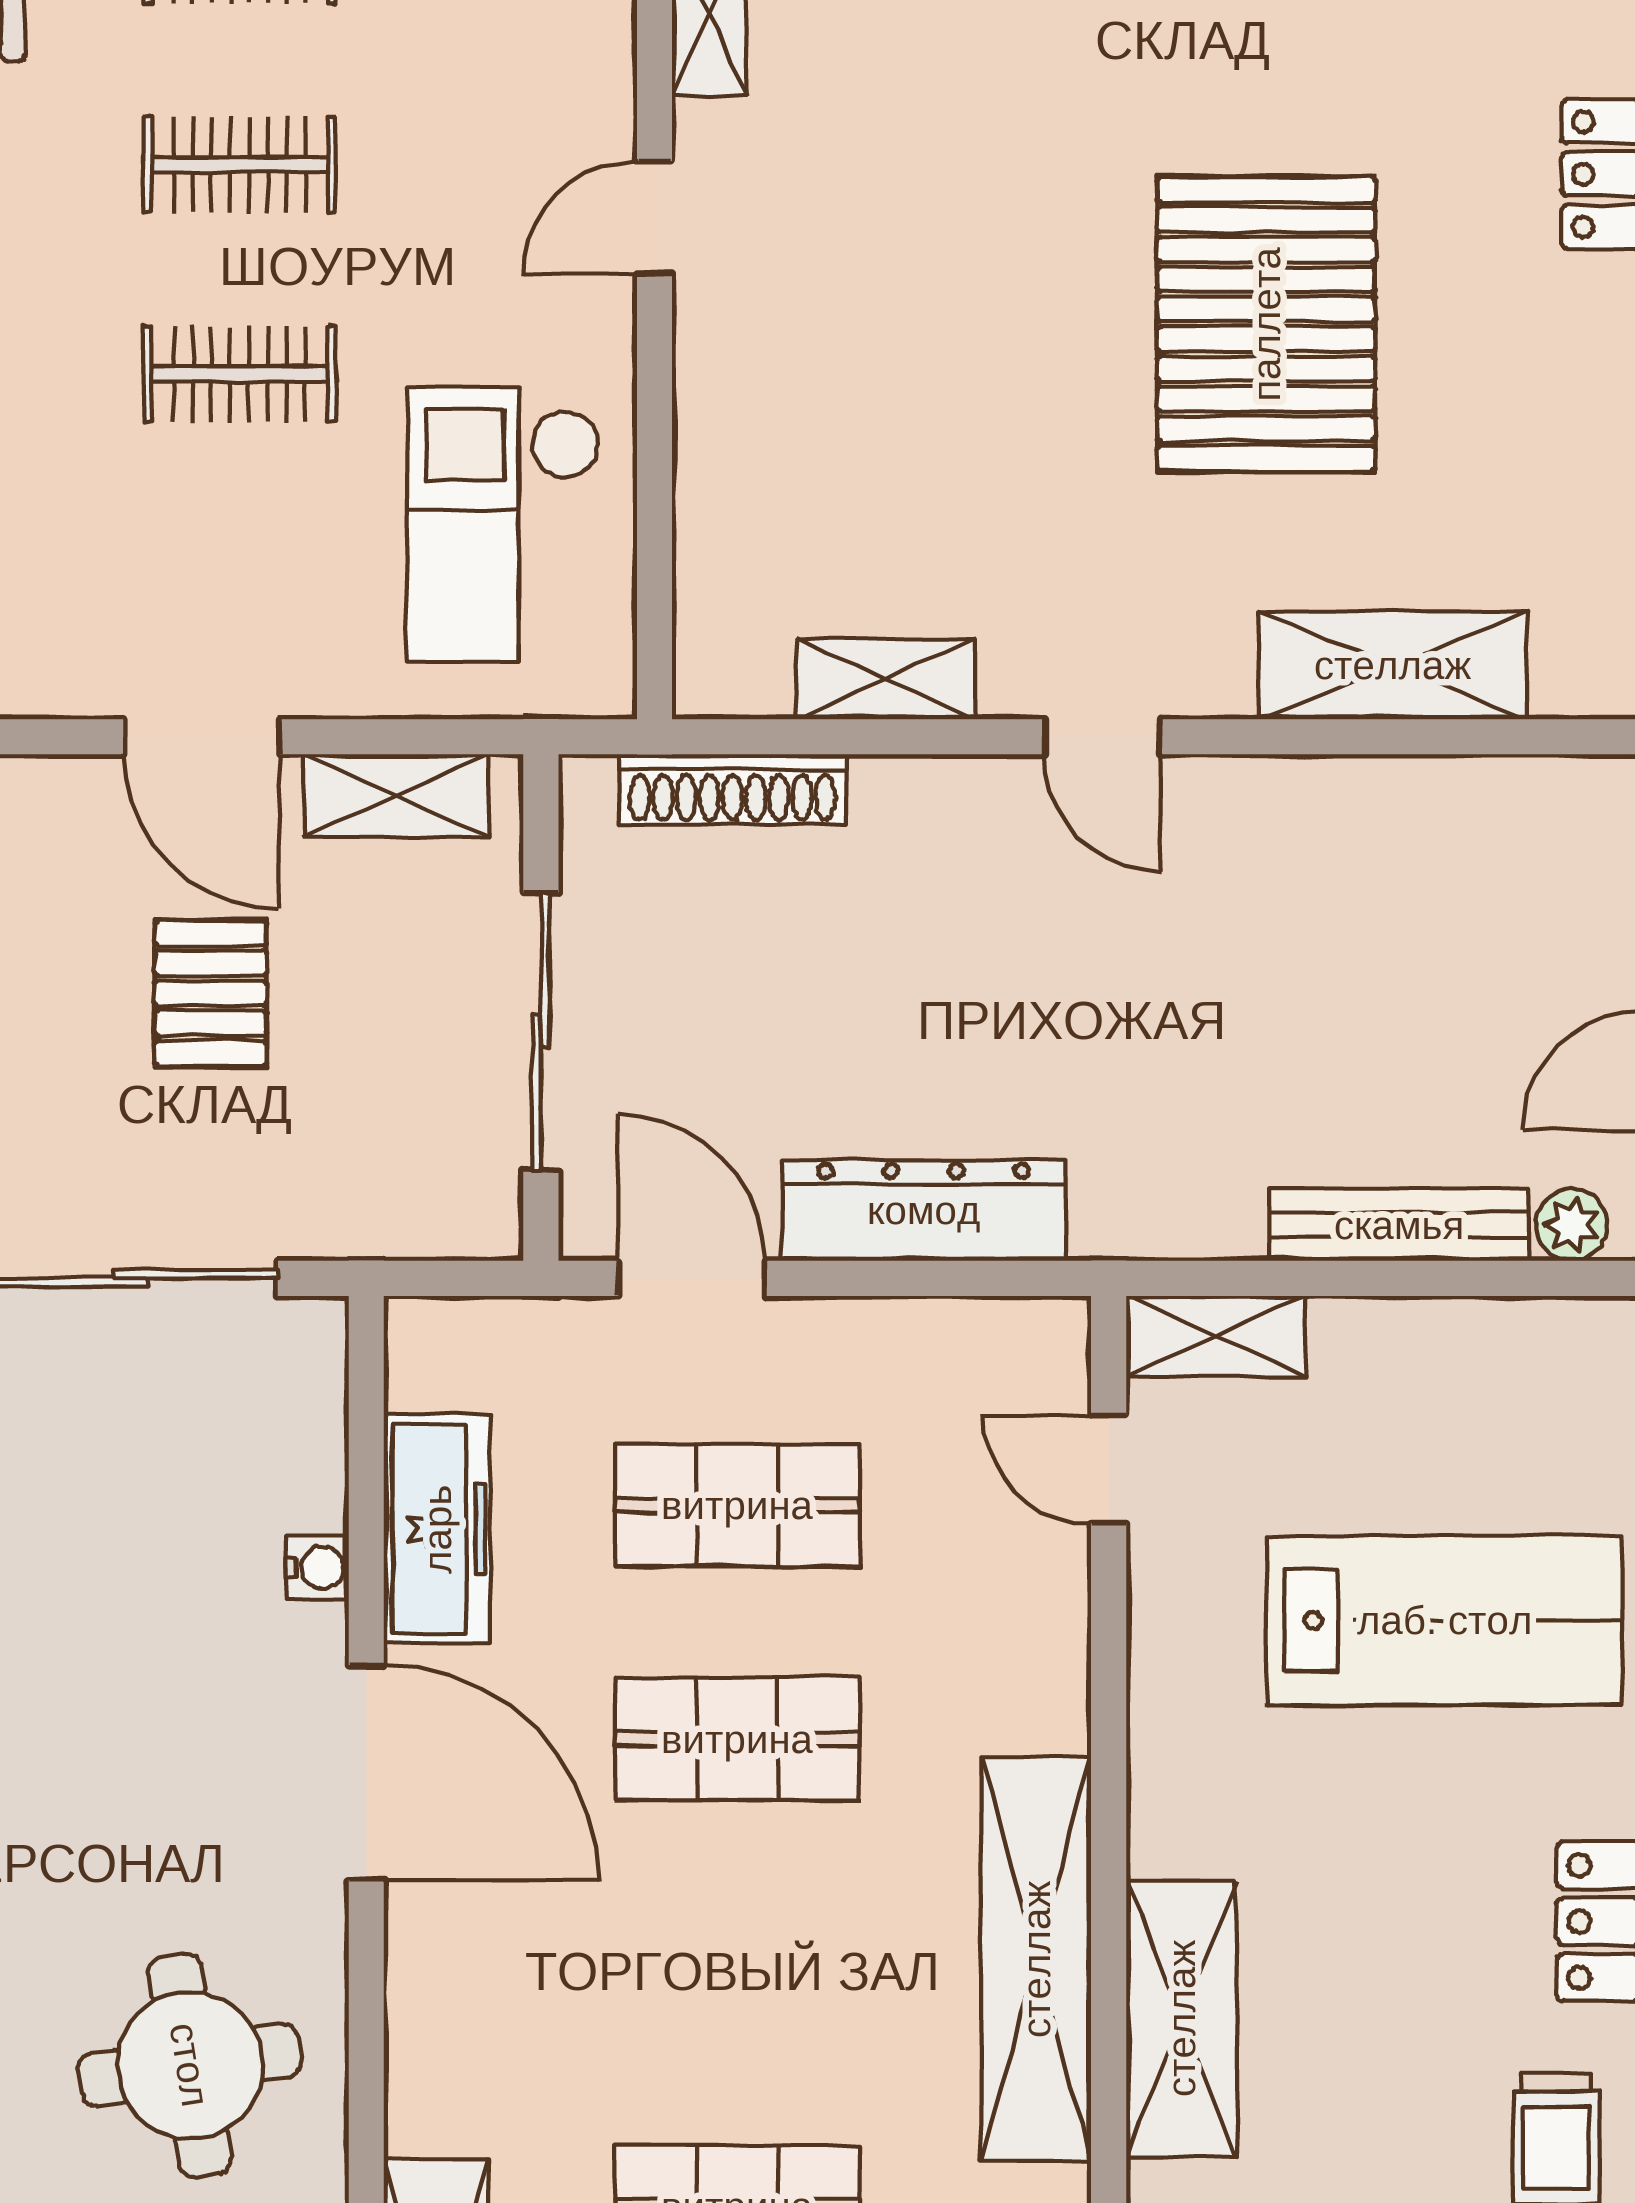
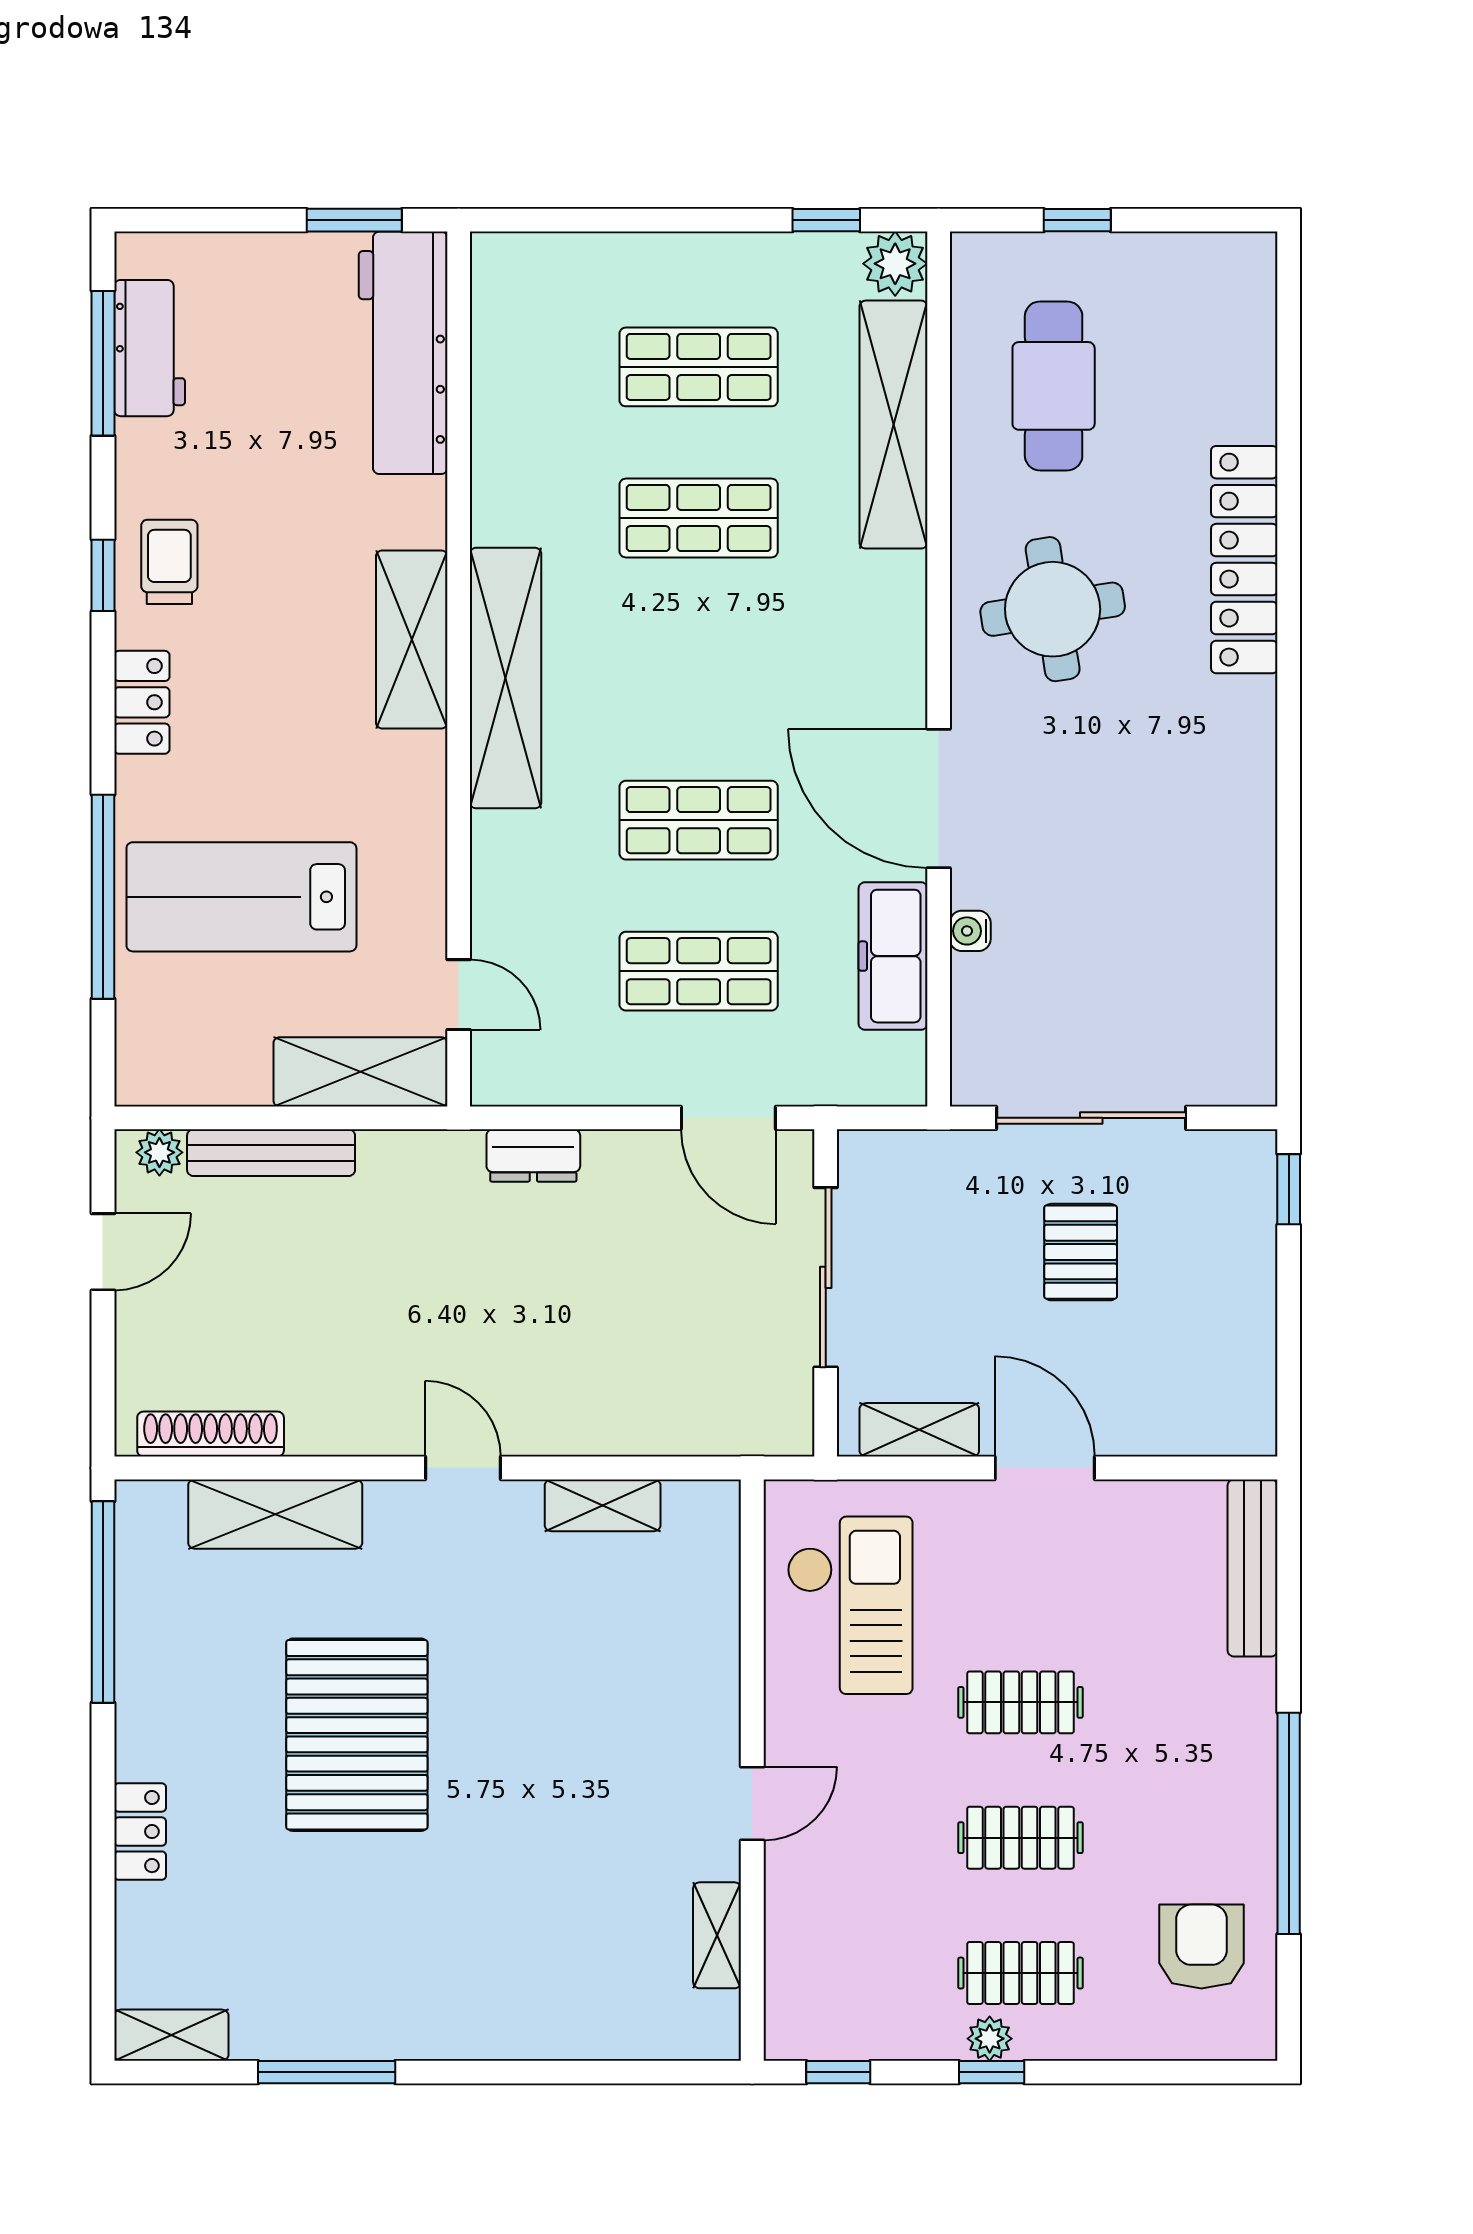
shoe rack: (733, 789) -> (211, 1434), moved
pallet: (211, 993) -> (1081, 1252), moved
dresser: (924, 1210) -> (533, 1155), width x0.51, depth x0.80
shelving: (1216, 1336) -> (360, 1072), width x1.50, depth x1.33

